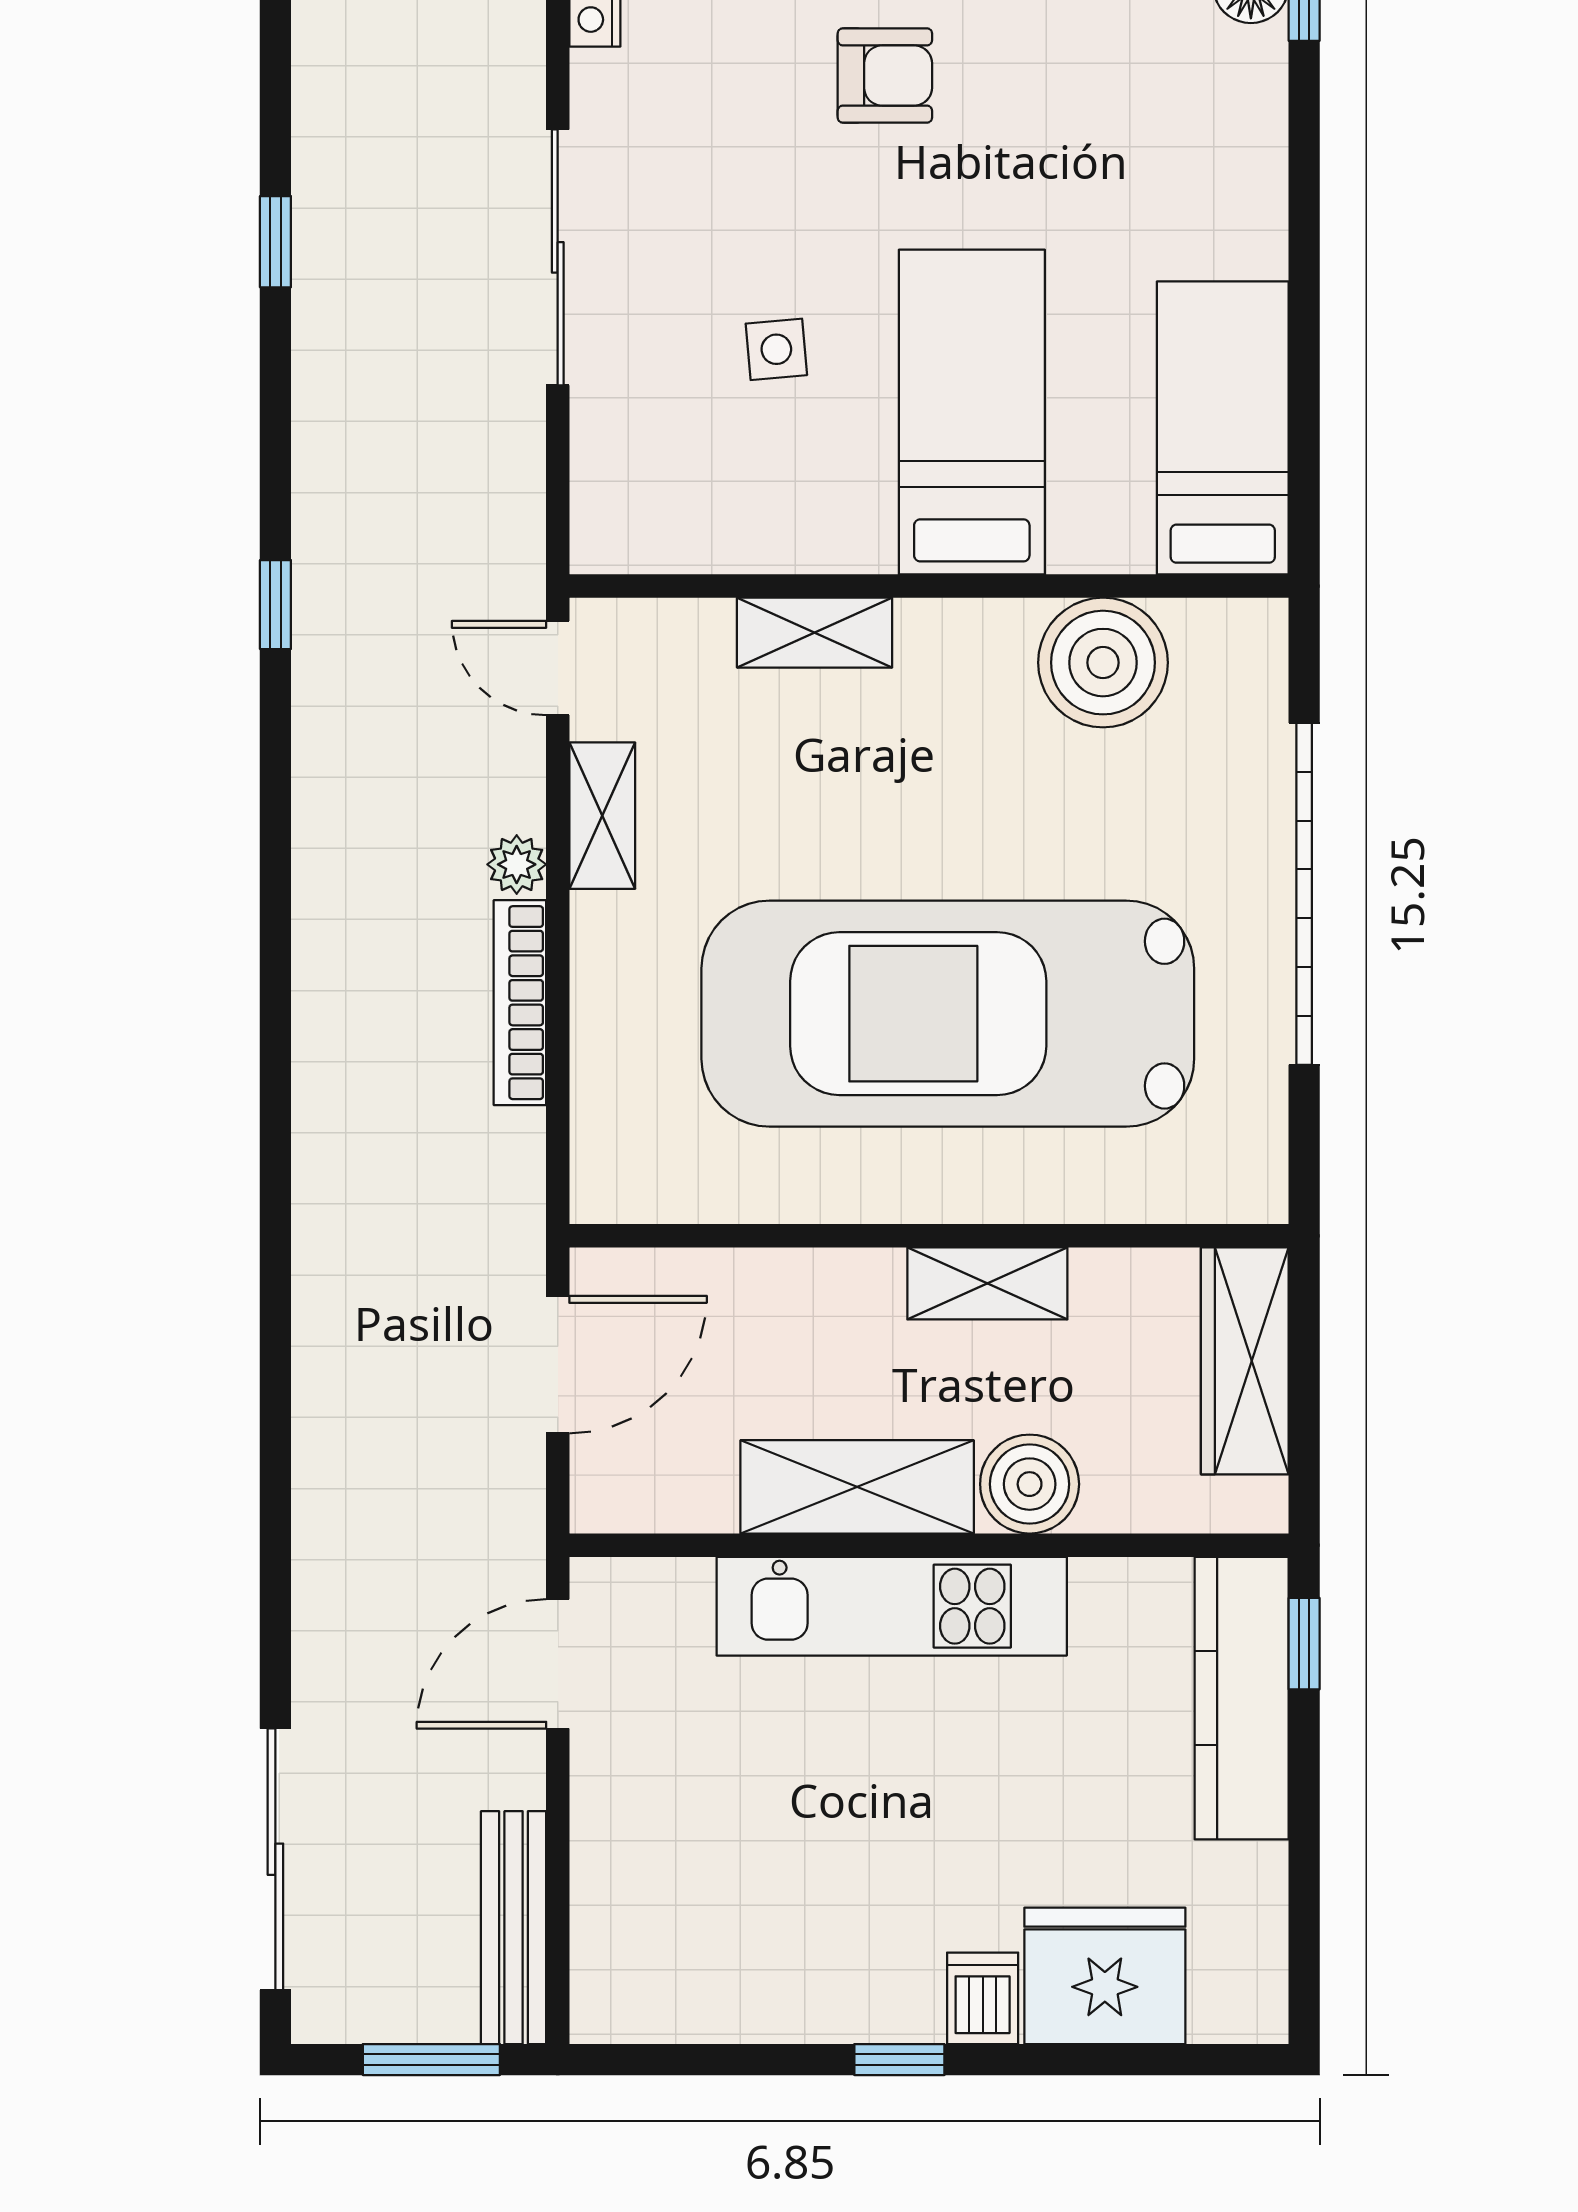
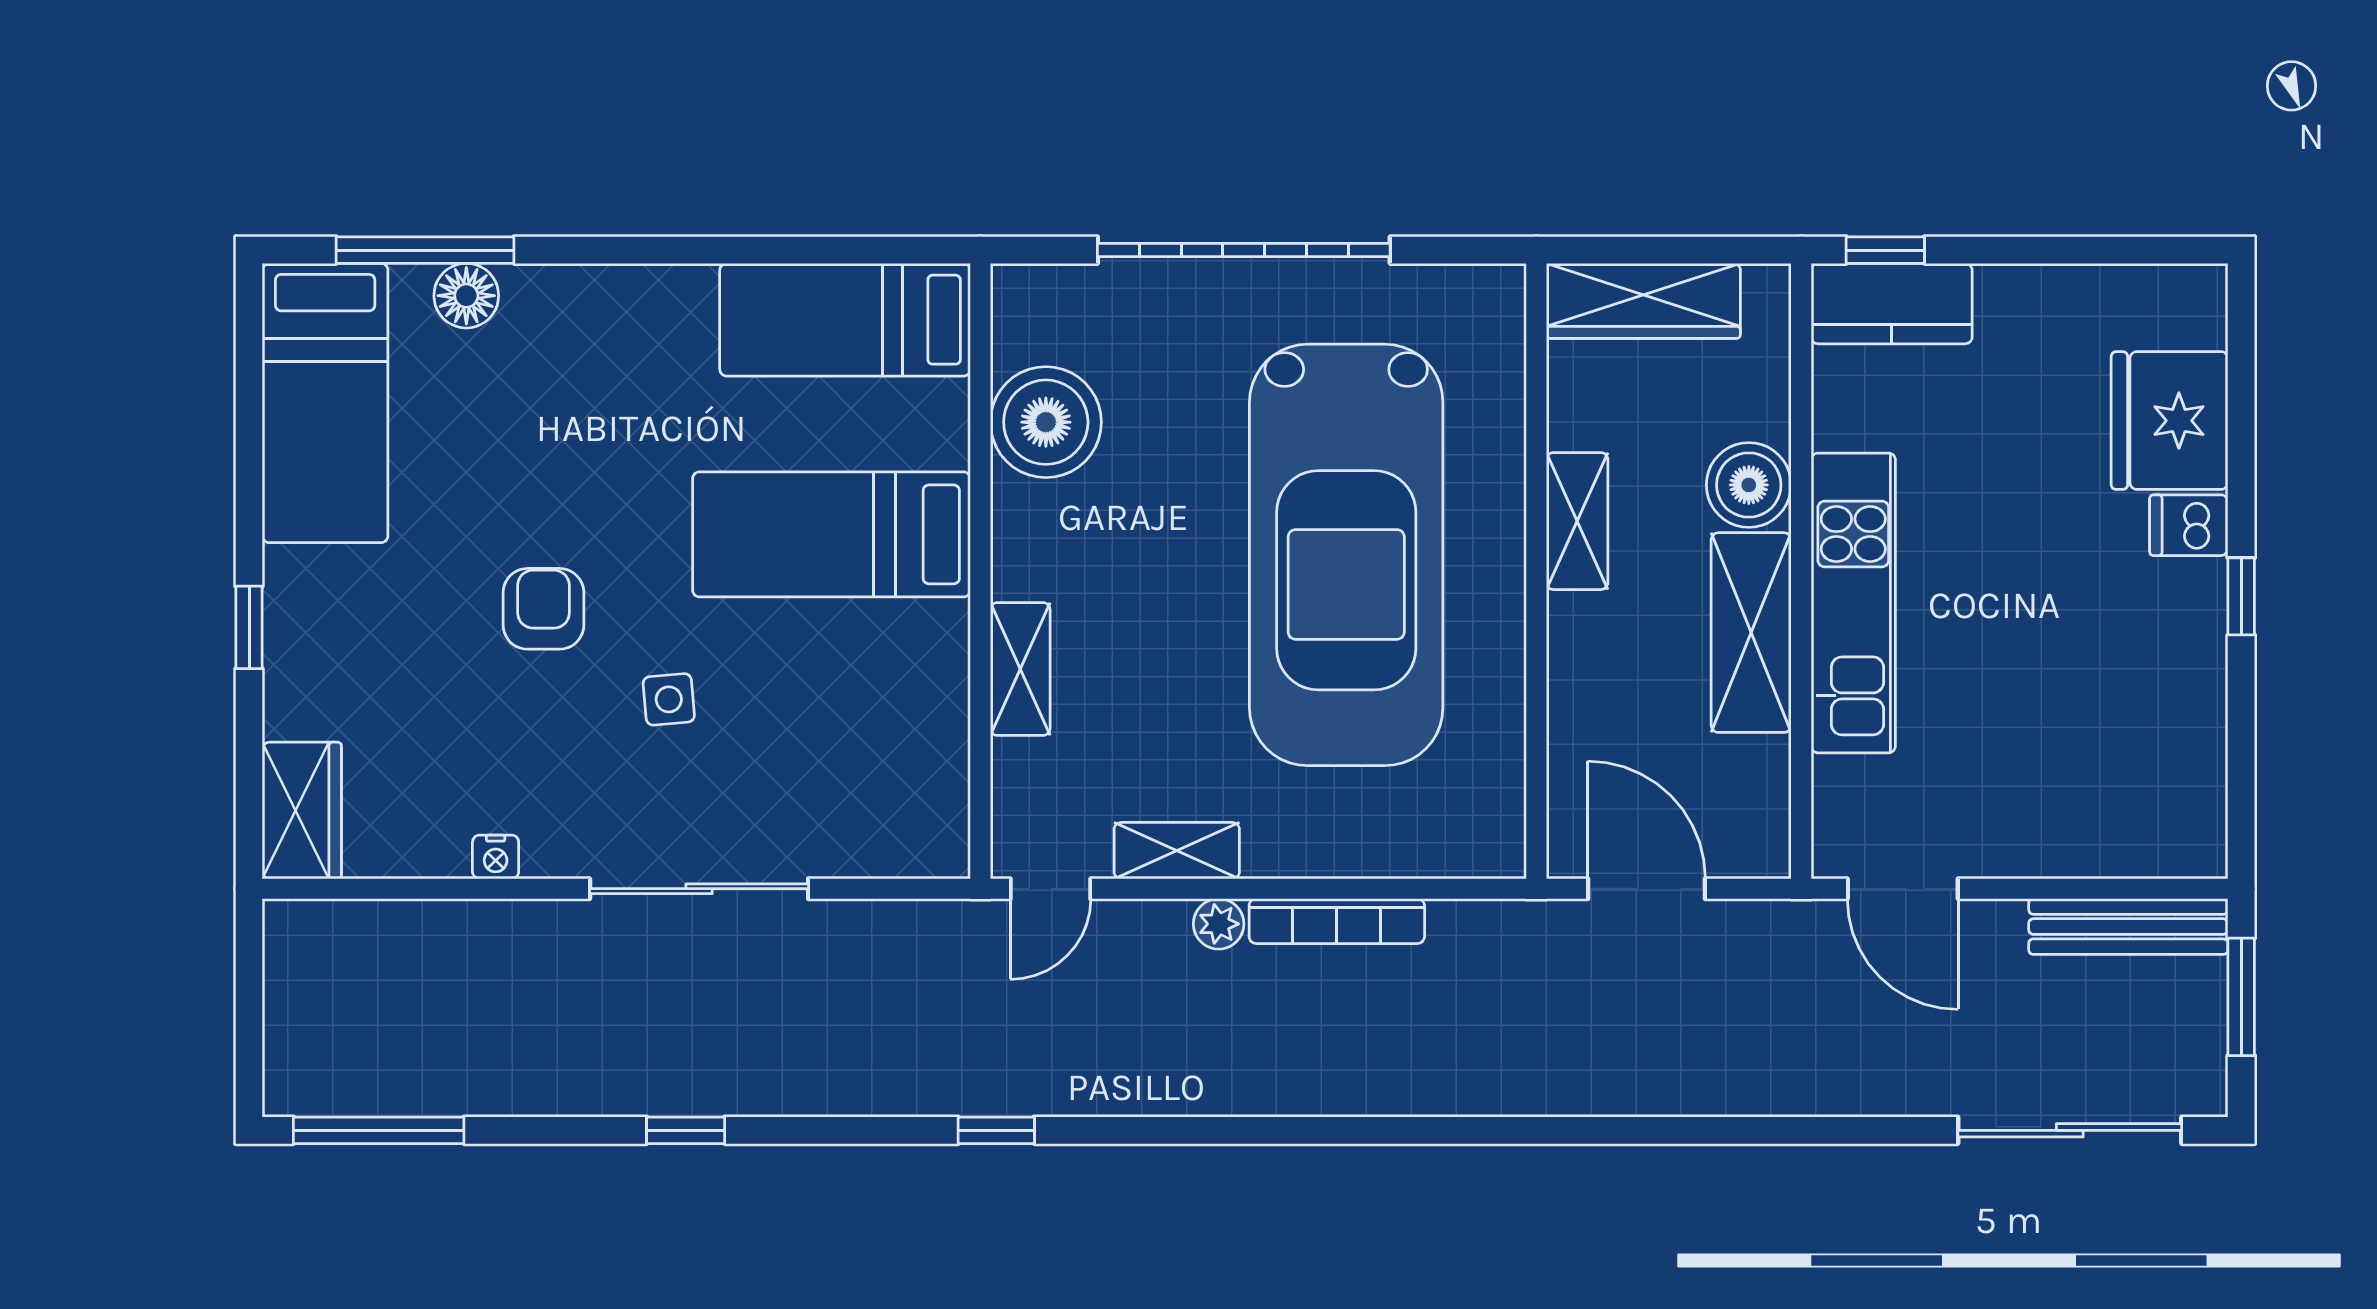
side table: (776, 349) -> (669, 699), moved
kitchen counter: (1242, 1698) -> (1892, 304), width x0.67

